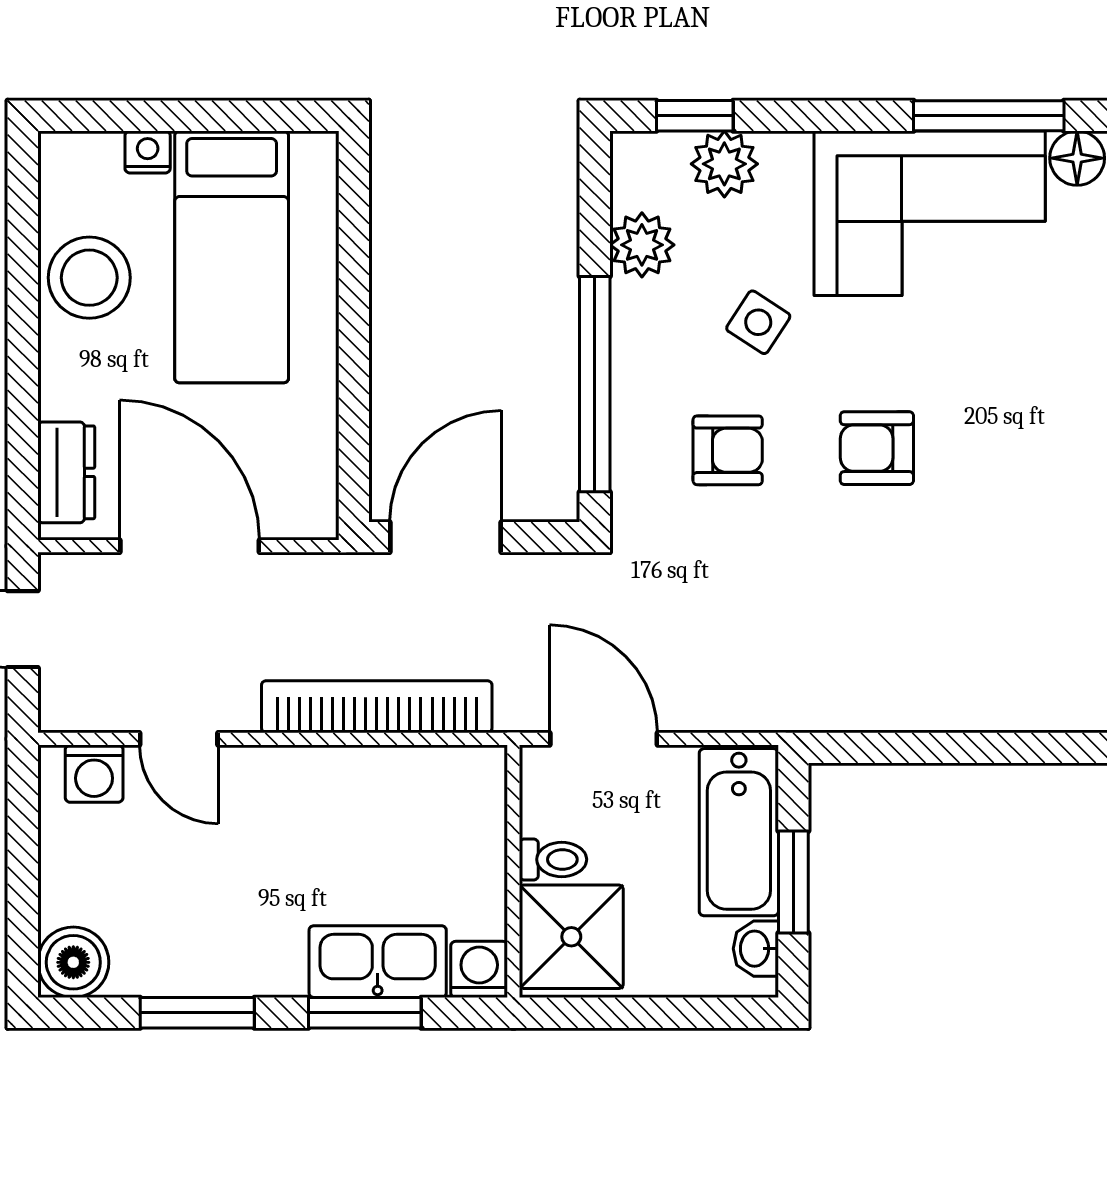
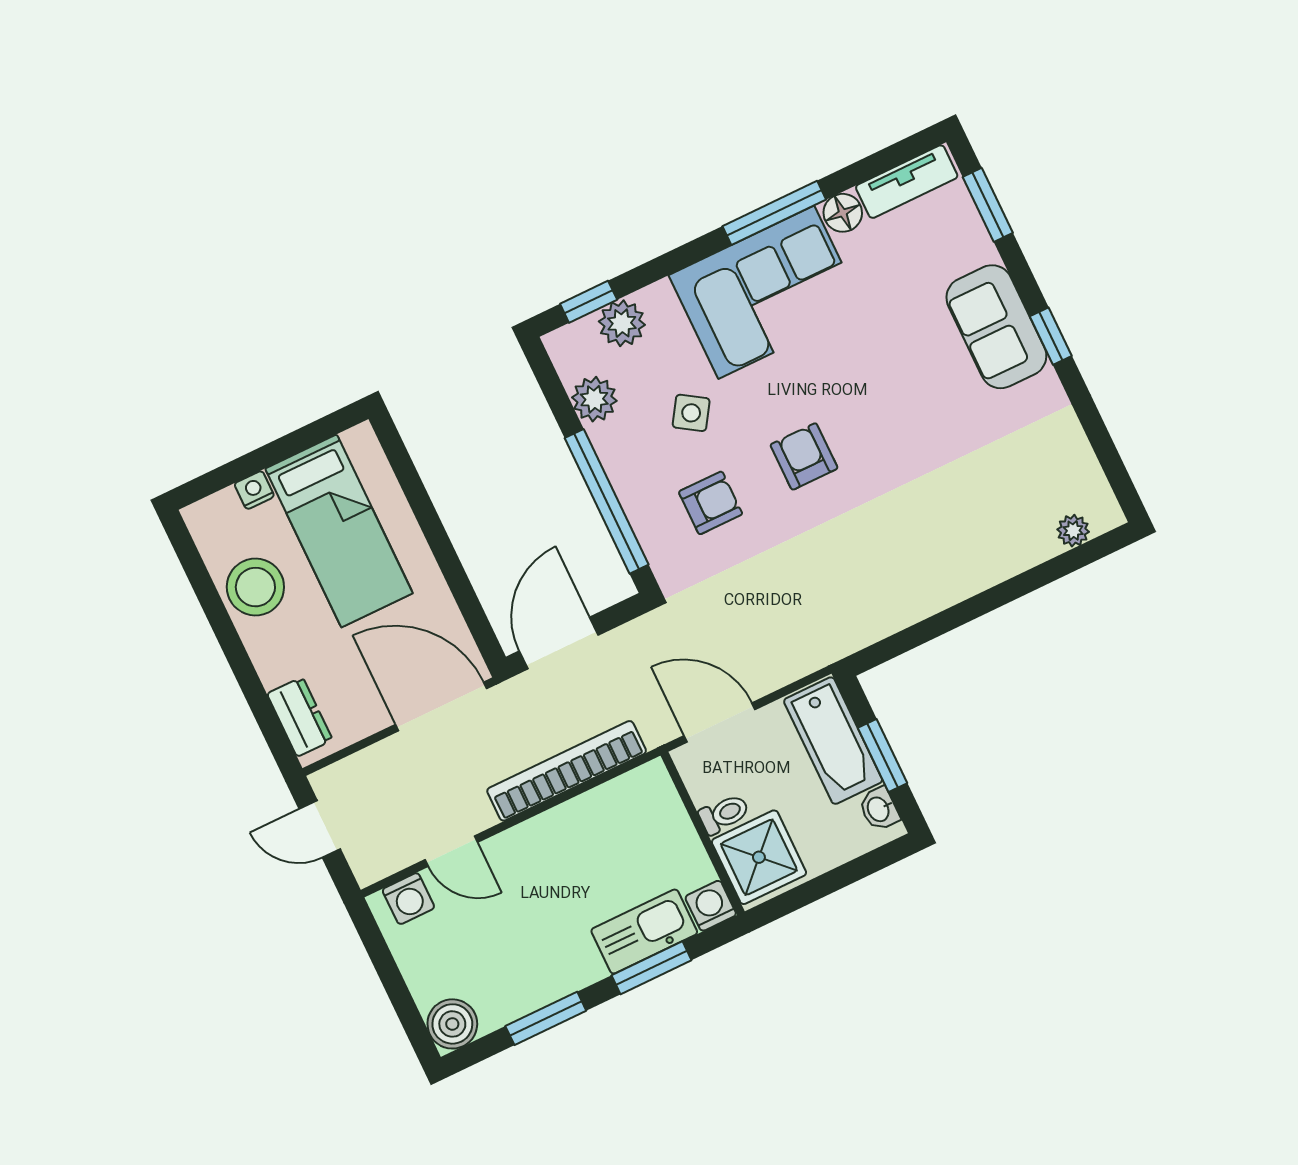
armchair: (877, 448) -> (804, 456), turned 90
door: (190, 546) -> (441, 706), moved

